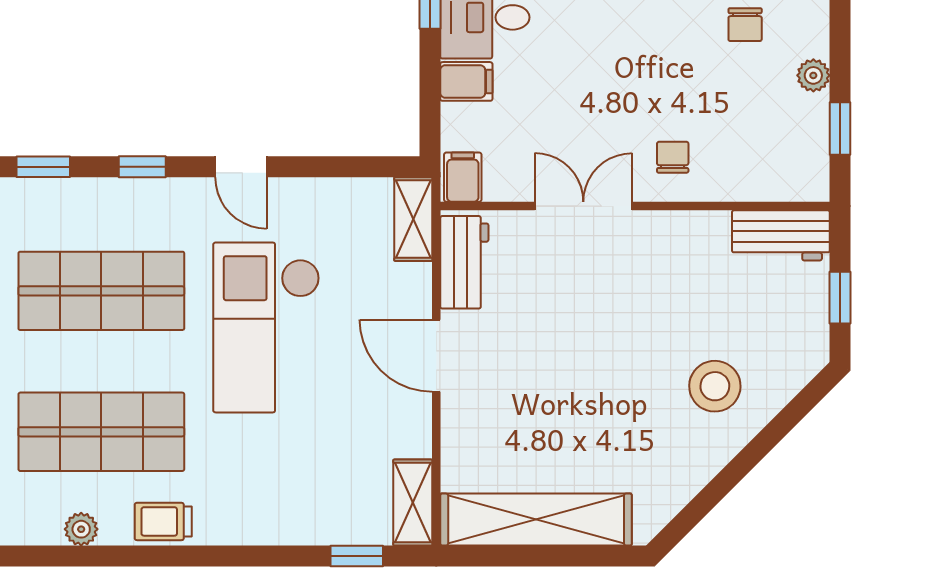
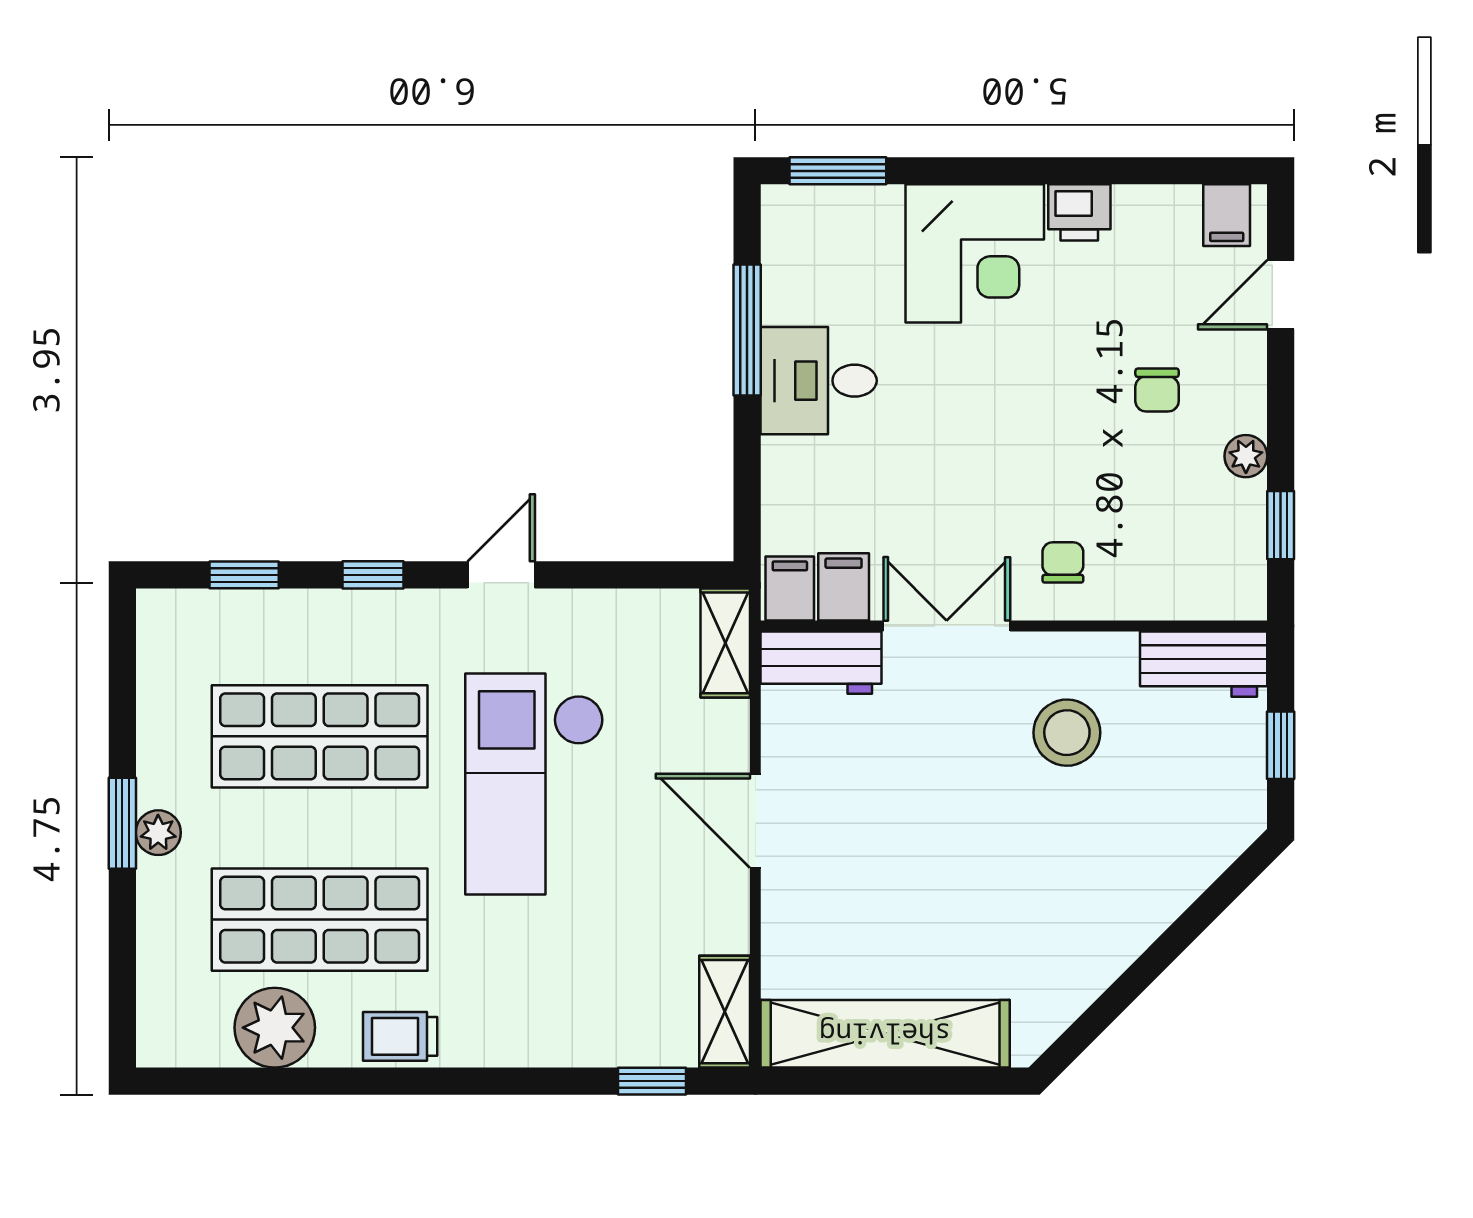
filing cabinet: (466, 81) -> (844, 587), moved, turned -90
door: (241, 167) -> (501, 575), swing flipped
workbench: (464, 262) -> (821, 663), moved, turned 90
stool: (715, 386) -> (1067, 733), moved
plant: (81, 529) -> (275, 1028), width x1.88, depth x1.88

